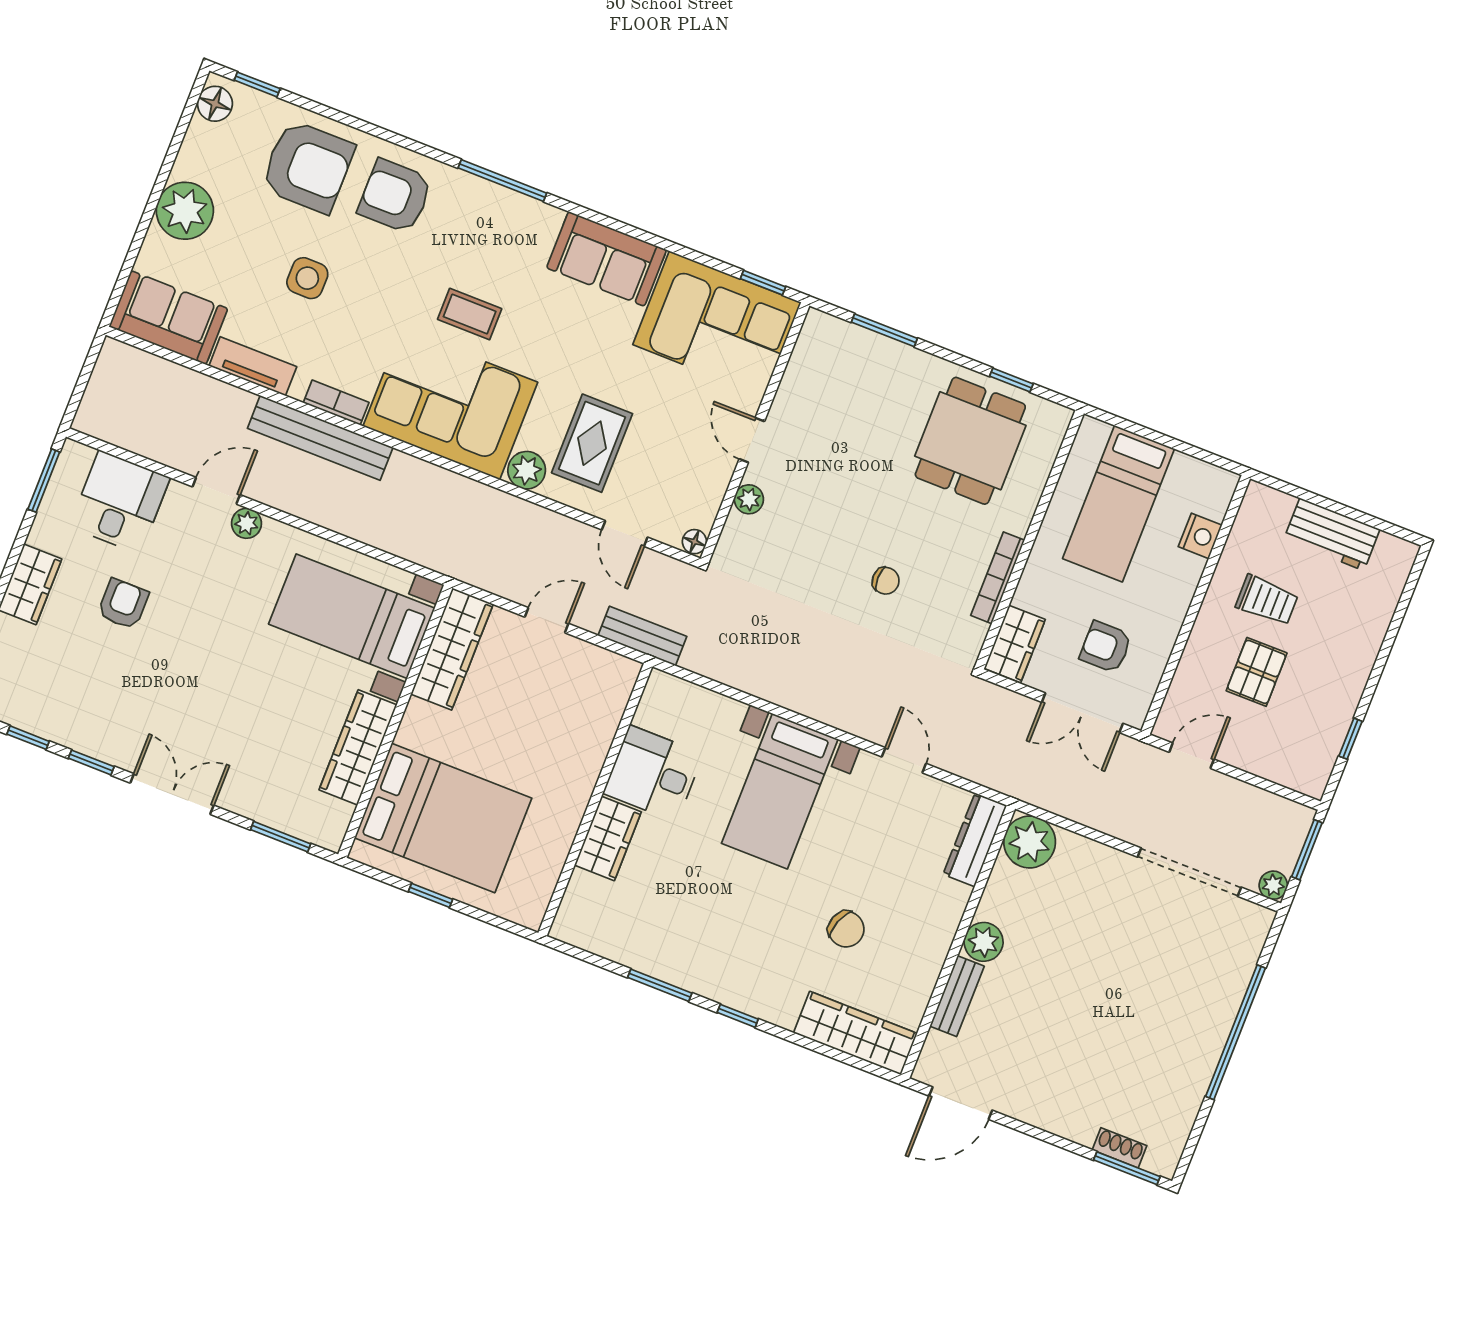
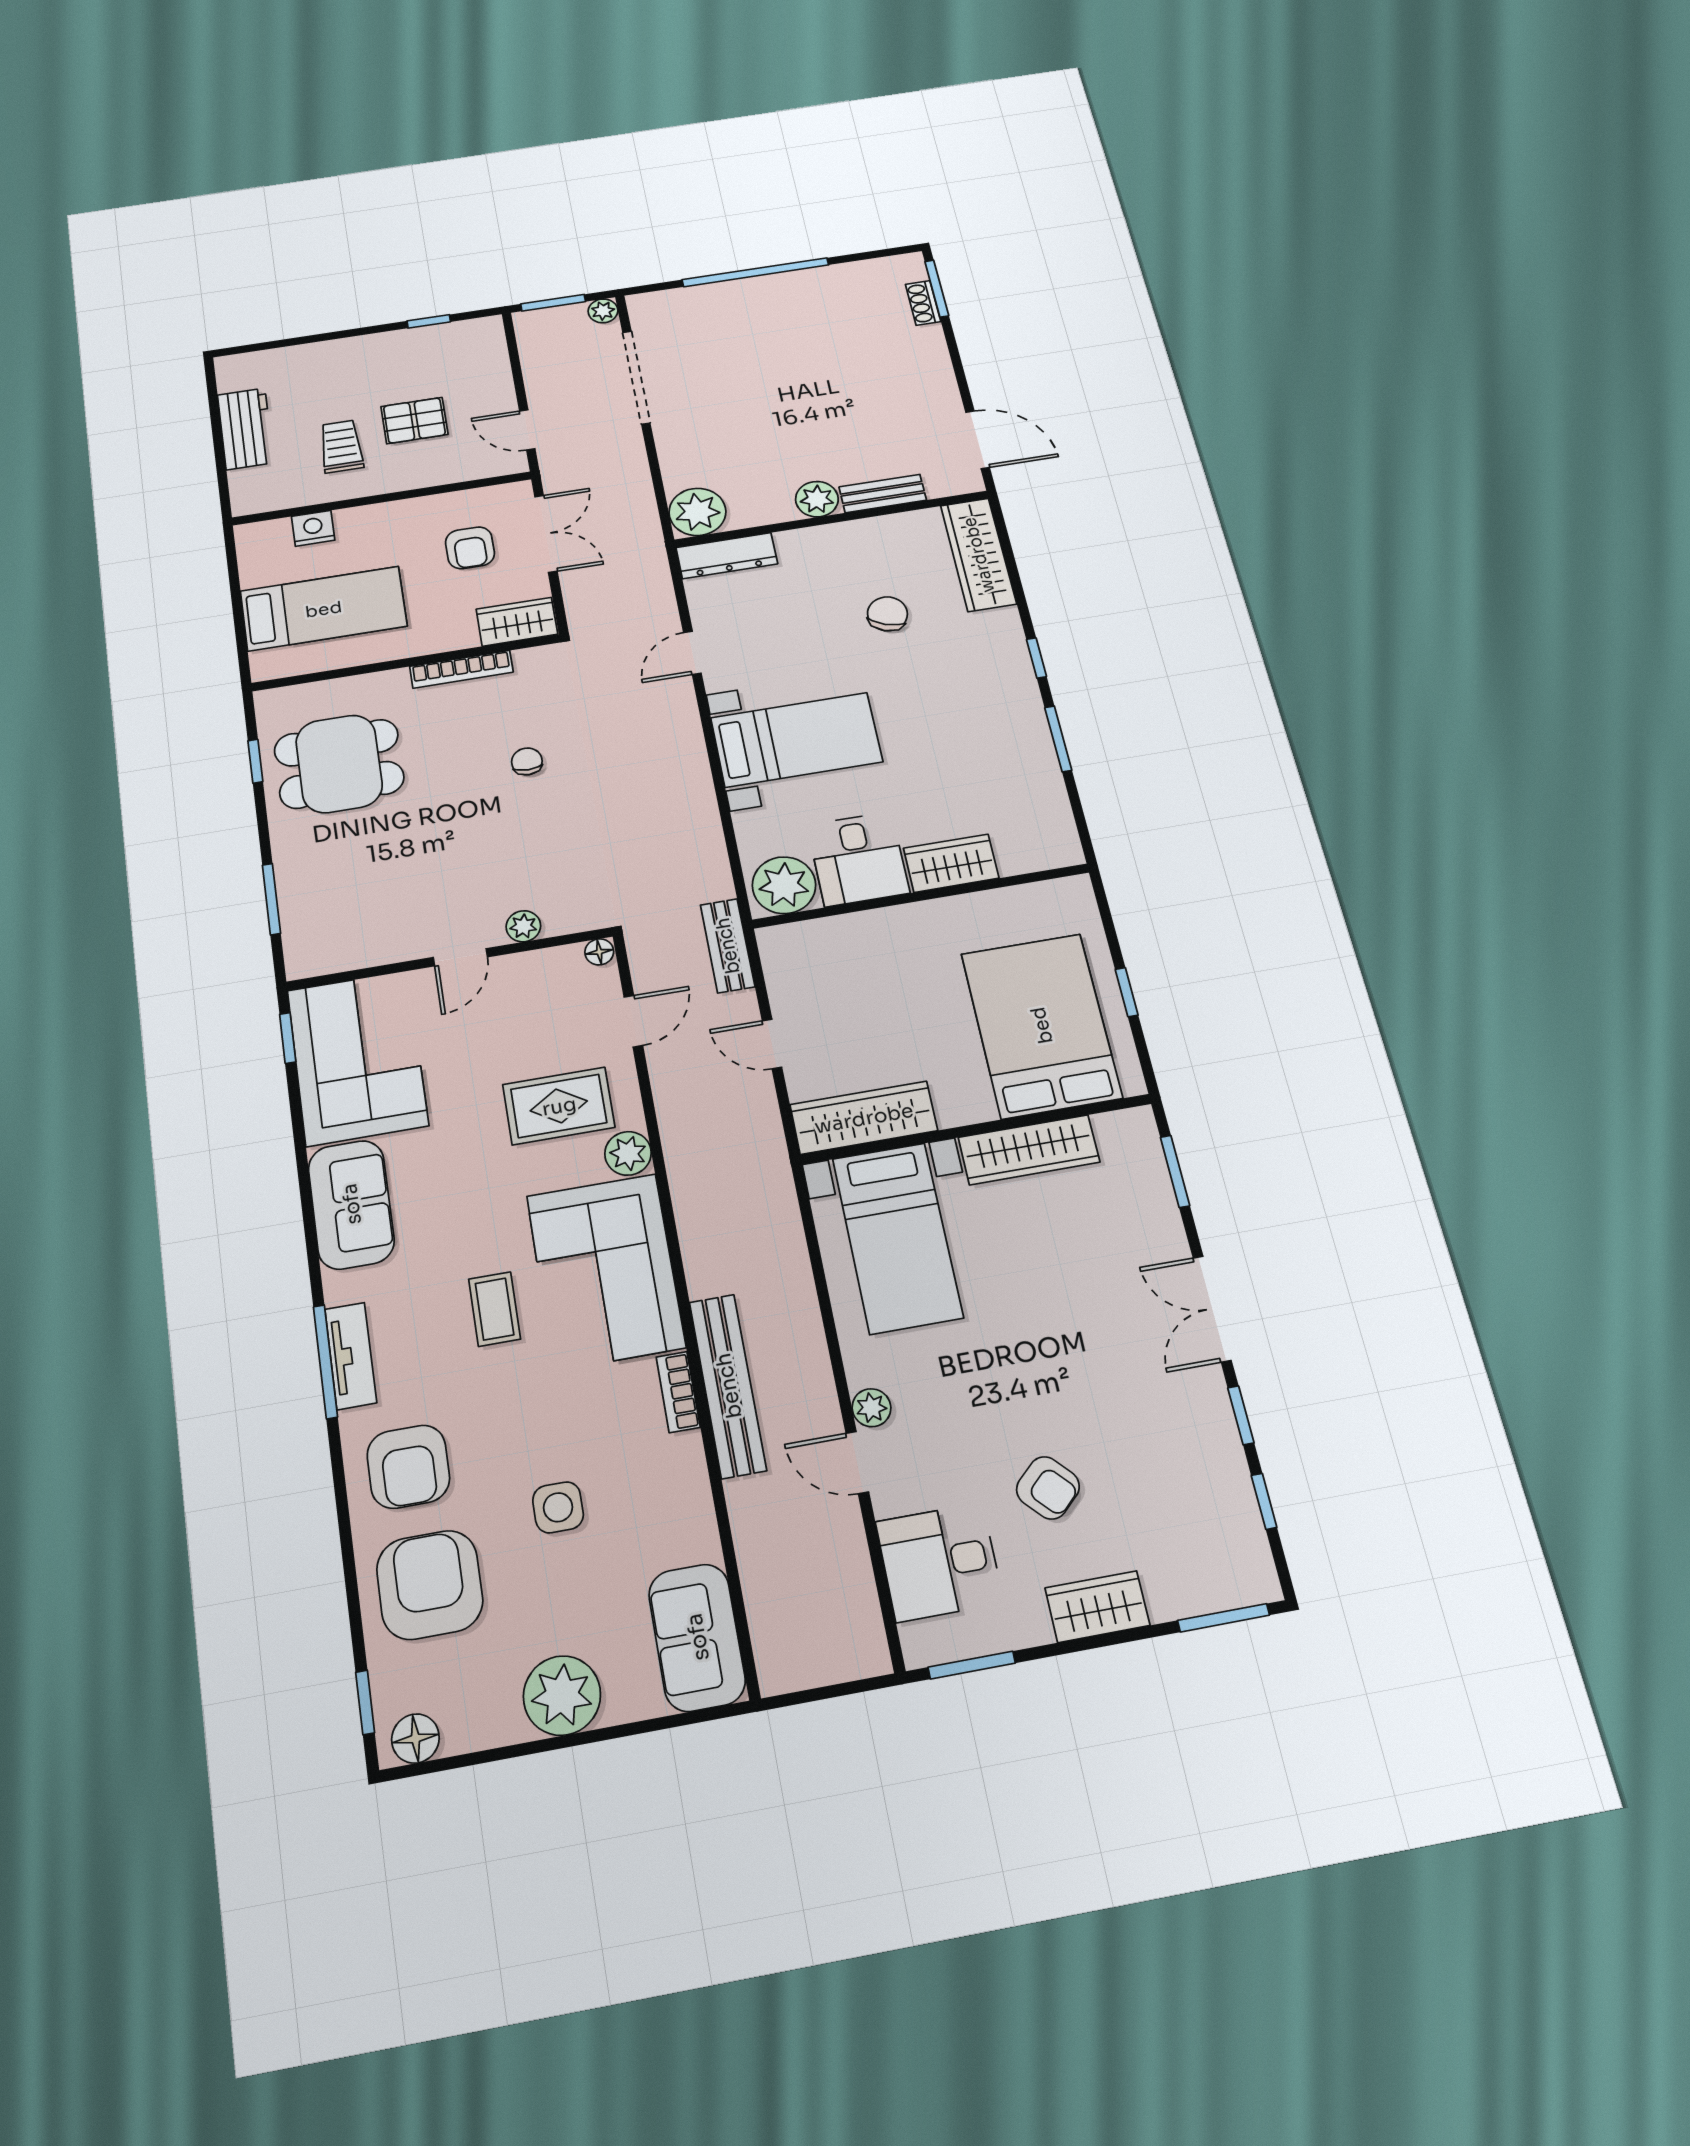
tv unit: (253, 366) -> (351, 1356), moved, turned 180
armchair: (123, 604) -> (1048, 1488), turned -133
plant: (665, 706) -> (784, 885), added

